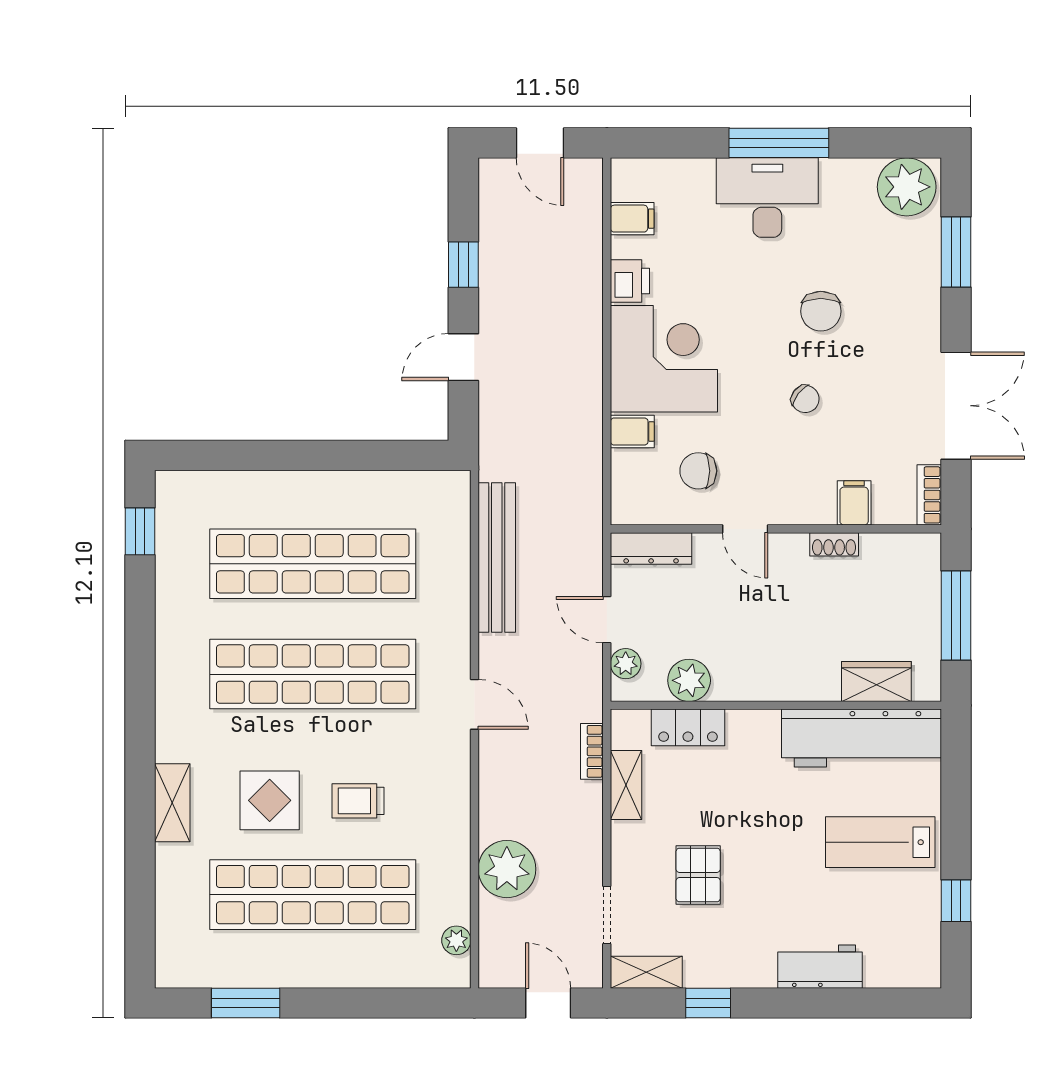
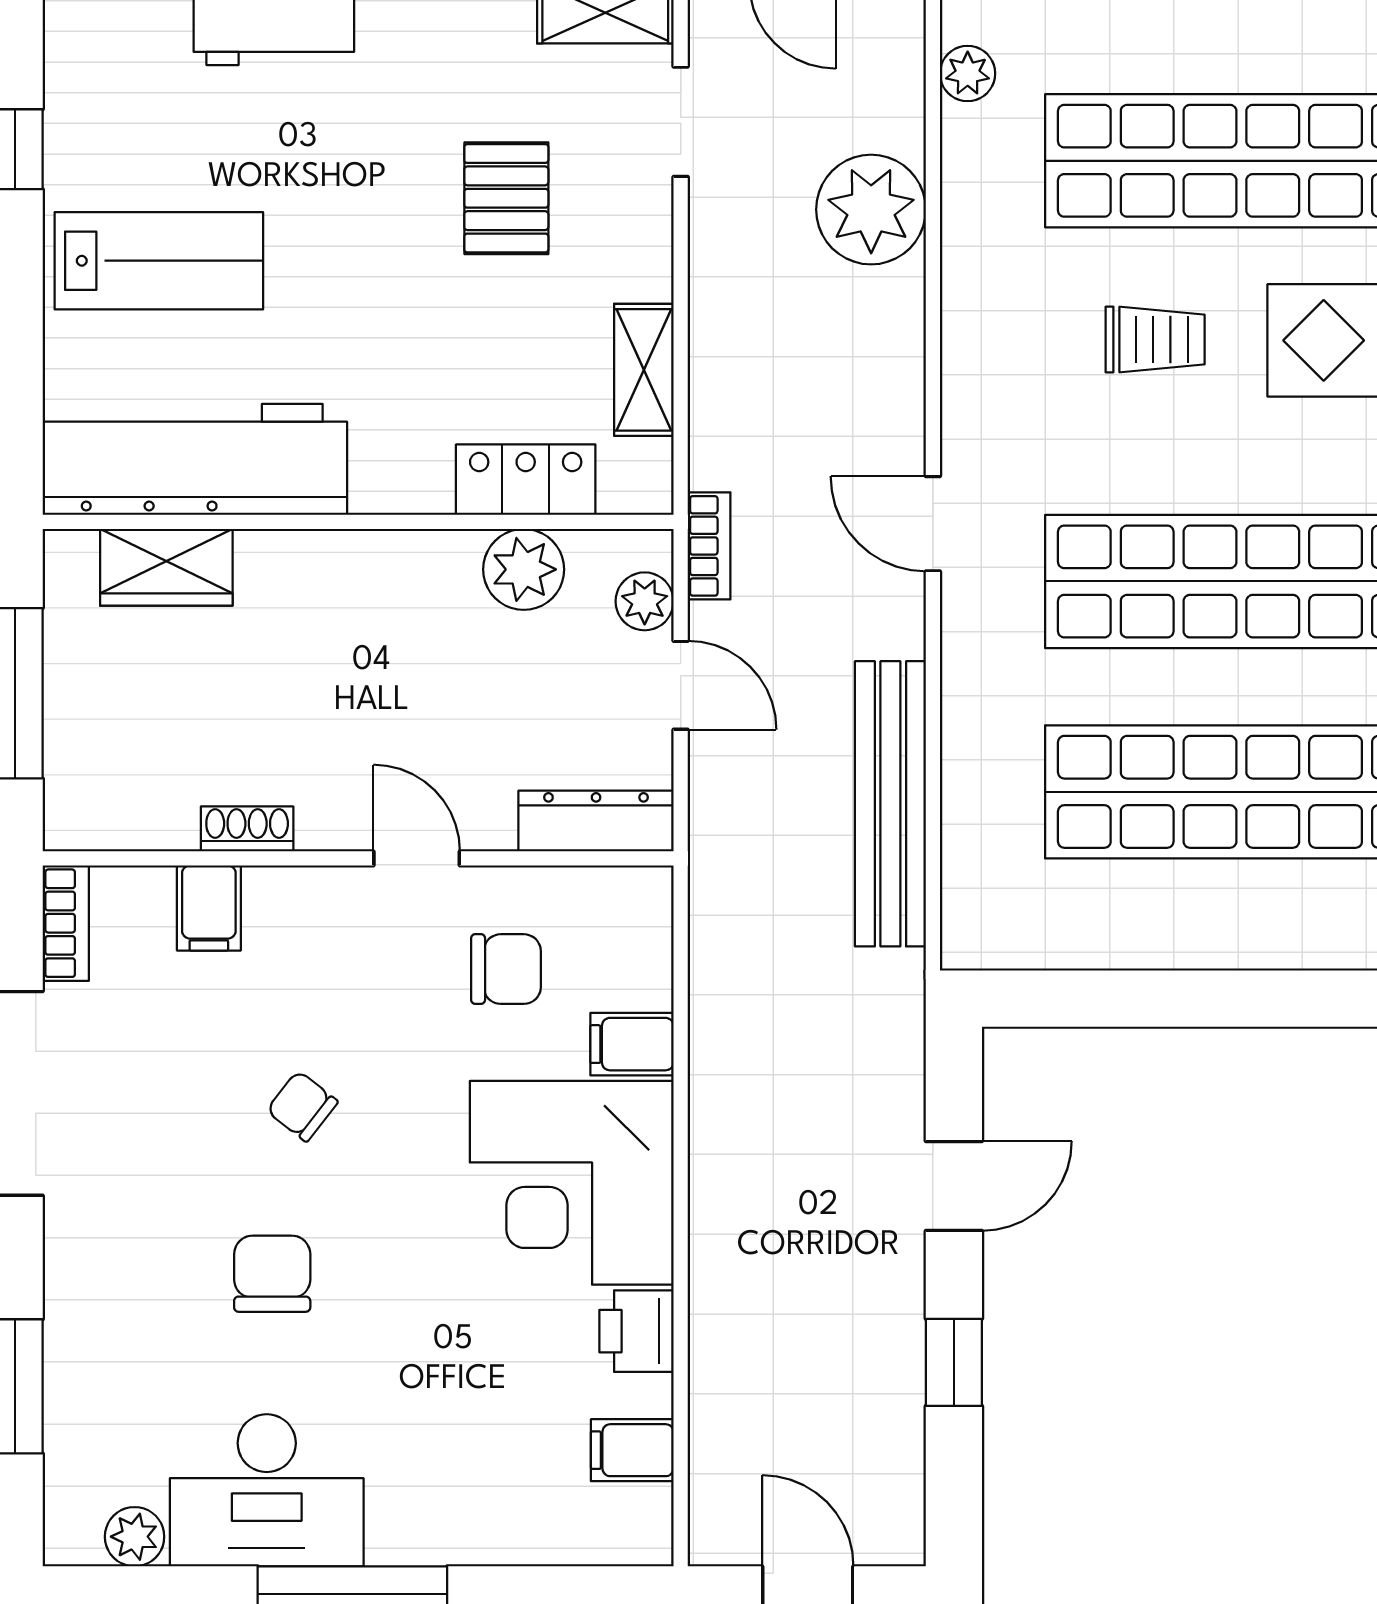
plant: (907, 187) -> (135, 1537), width x0.53, depth x0.53
desk: (767, 198) -> (267, 1490), moved
bookcase: (592, 751) -> (709, 546), moved

